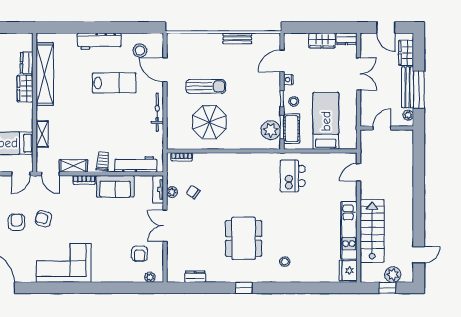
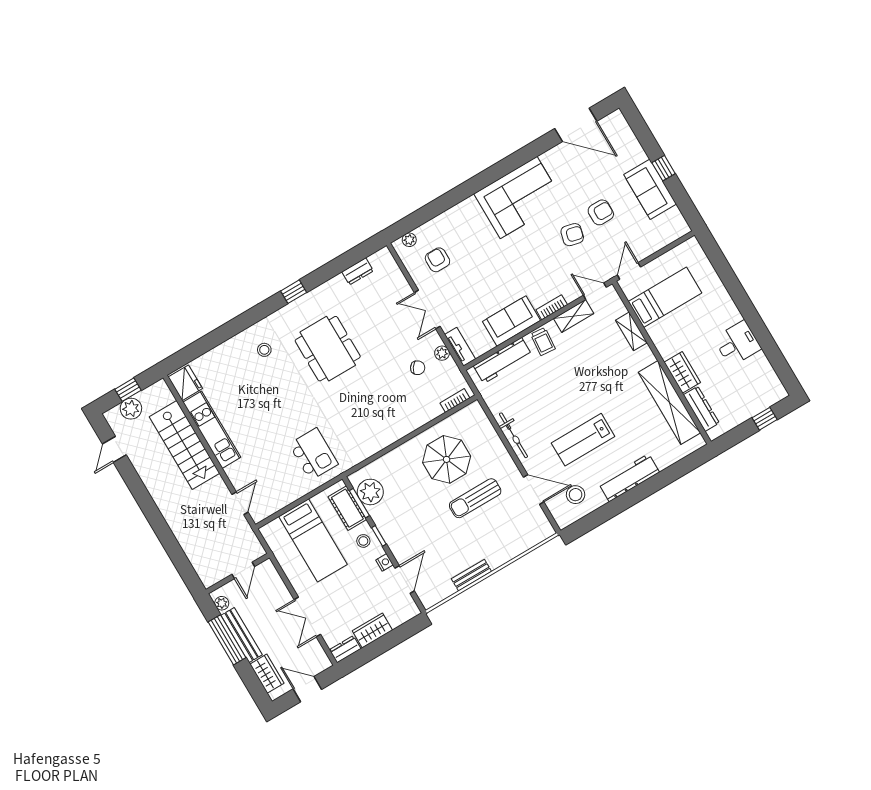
dresser: (27, 63) -> (701, 409), width x1.44
armchair: (17, 222) -> (601, 212), turned -90
double door: (165, 226) -> (427, 309), swing flipped

